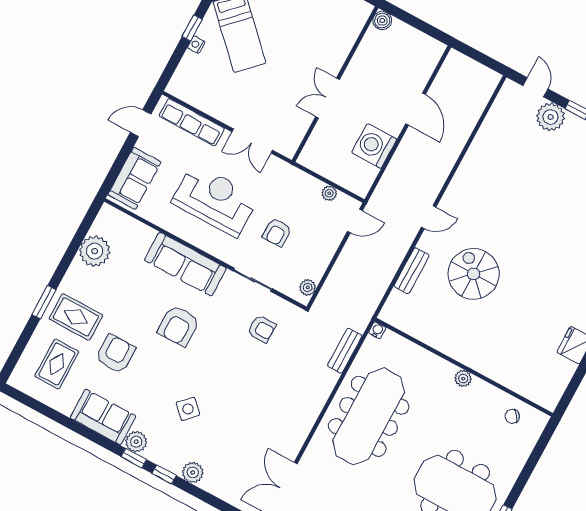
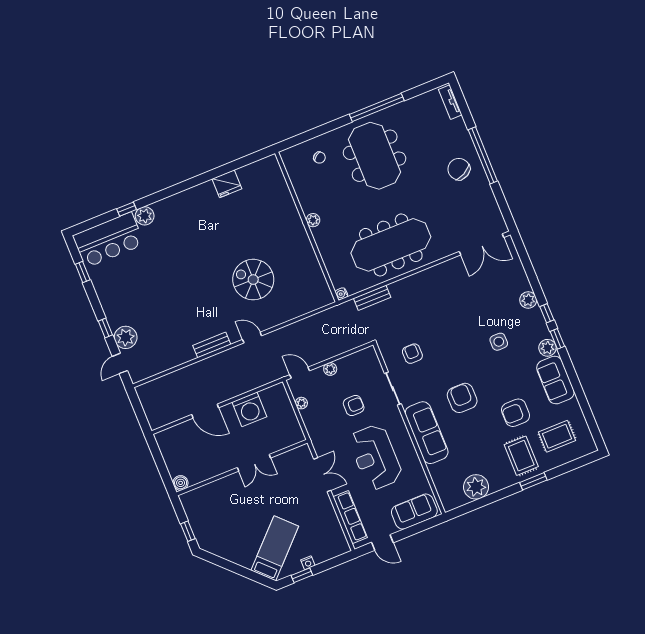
door: (415, 109) -> (205, 411), swing flipped
bench: (412, 271) -> (212, 345), moved
spiral stairs: (474, 274) -> (253, 280), turned 90
plant: (308, 287) -> (330, 369), moved
armchair: (179, 326) -> (462, 398), turned -90
side table: (188, 409) -> (499, 342), turned 45
chair: (512, 416) -> (319, 158), moved

